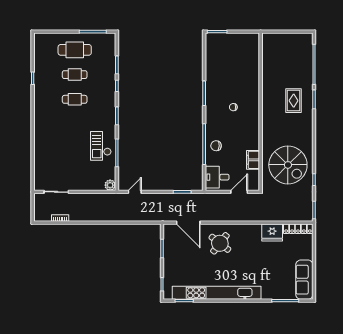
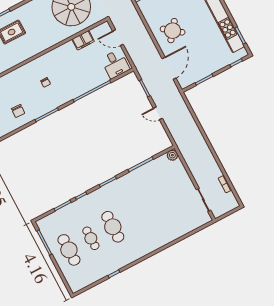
cafe table: (75, 99) -> (113, 227), width x1.37, depth x1.35
checkout: (101, 146) -> (142, 182), removed
chair: (216, 146) -> (18, 111), moved
door: (135, 192) -> (158, 113), moved

